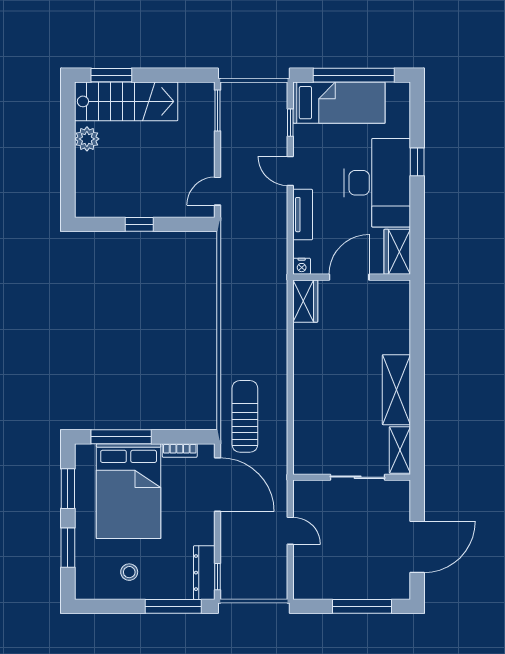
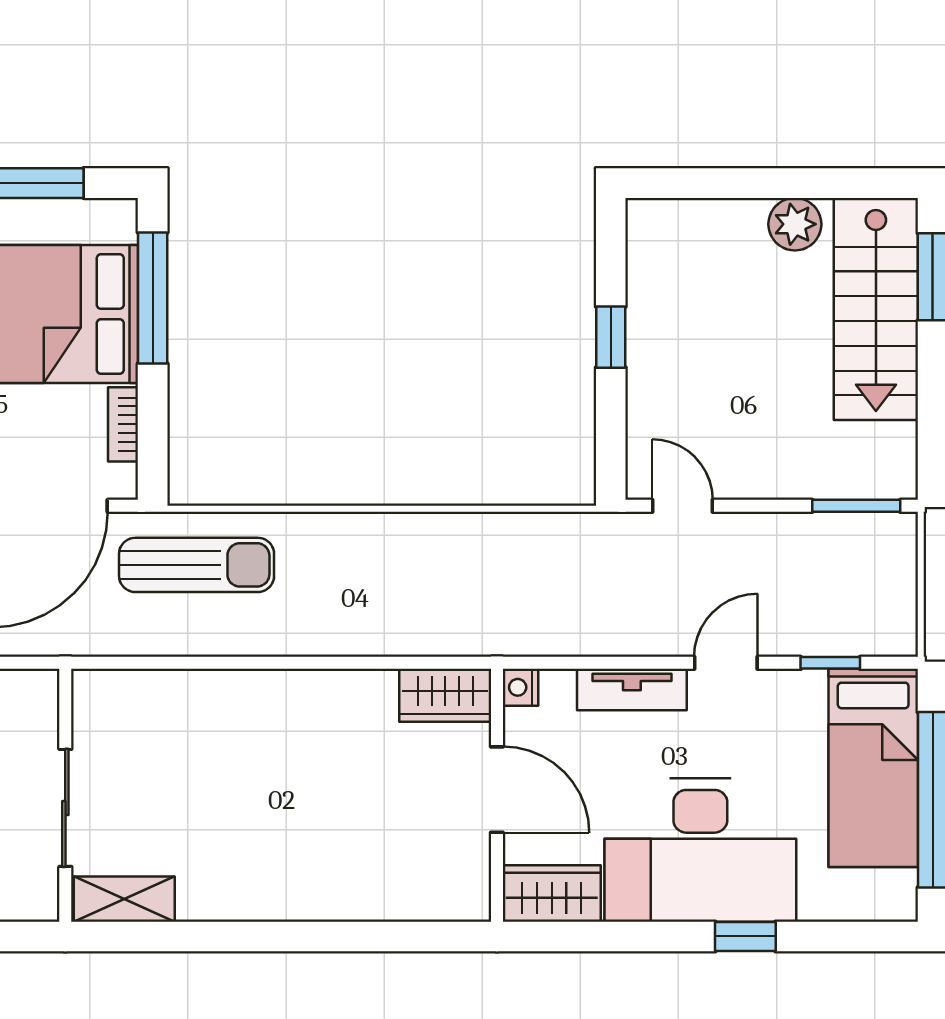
shelving: (396, 390) -> (254, 891), removed

